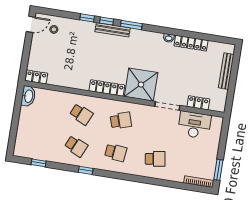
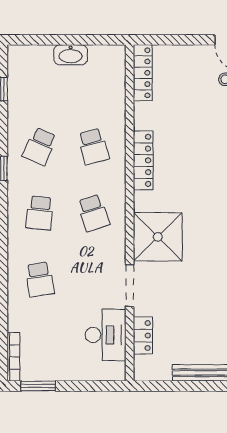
locker: (36, 77) -> (143, 73), width x1.53
locker: (107, 88) -> (143, 160), moved
washbasin: (28, 96) -> (71, 55), moved
school desk: (81, 114) -> (93, 146), turned -39

